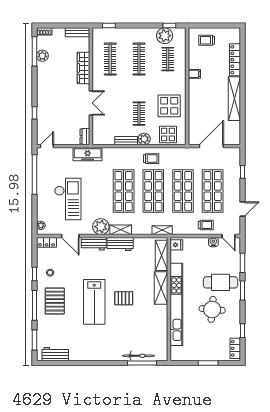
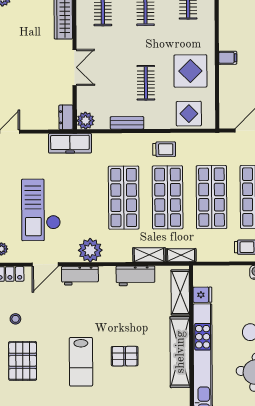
filing cabinet: (194, 74) -> (228, 58), moved
plant: (144, 139) -> (86, 121), moved
checkout: (68, 199) -> (41, 210), turned 180
shelving: (121, 230) -> (149, 255), moved
door: (70, 236) -> (45, 264), hinge flipped
workbench: (120, 244) -> (135, 276), moved
fridge: (176, 245) -> (202, 295), moved
shelving: (161, 288) -> (180, 352), width x1.47
lab bench: (94, 302) -> (81, 362), width x0.73, depth x0.72

